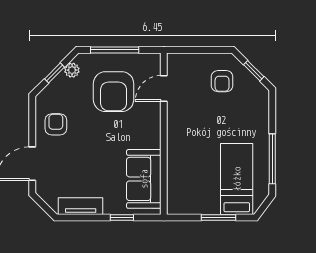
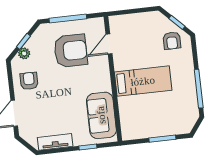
plant: (72, 70) -> (24, 53), moved
armchair: (222, 81) -> (172, 41), moved
armchair: (114, 92) -> (71, 51), turned -90
bed: (237, 179) -> (143, 81), moved, turned 90

